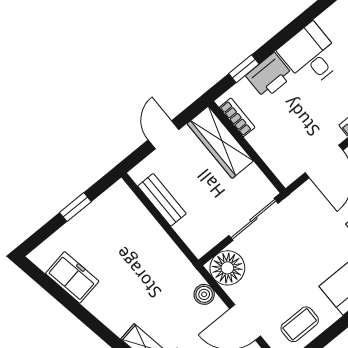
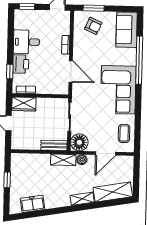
wardrobe: (220, 142) -> (24, 104), width x0.67
bench: (162, 200) -> (54, 145), moved
shelving: (180, 266) -> (63, 160), added

